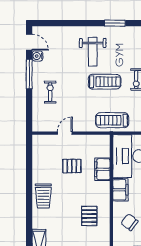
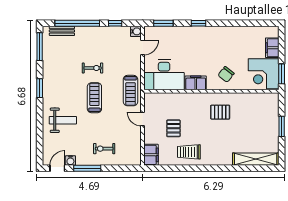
weight bench: (93, 52) -> (63, 120), moved
door: (65, 133) -> (143, 119), moved
filing cabinet: (102, 169) -> (151, 155), moved, turned -90
trolley: (43, 196) -> (189, 152), moved, turned 180

